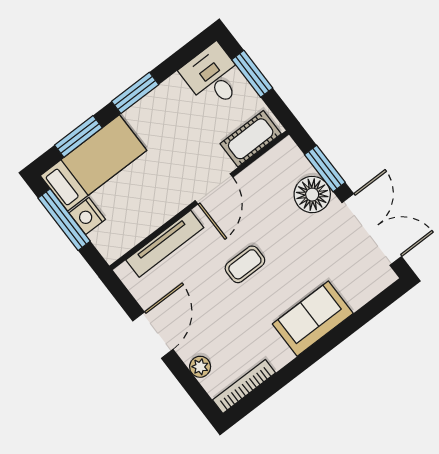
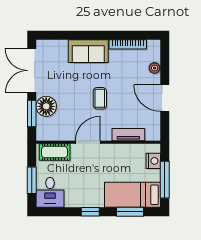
window: (135, 93) -> (90, 212), width x0.67
nightstand: (87, 216) -> (153, 161), moved
tv unit: (165, 244) -> (128, 135), width x0.71
coffee table: (245, 264) -> (100, 98), turned 90
door: (153, 335) -> (165, 98), hinge flipped
bookcase: (244, 386) -> (128, 44), moved

